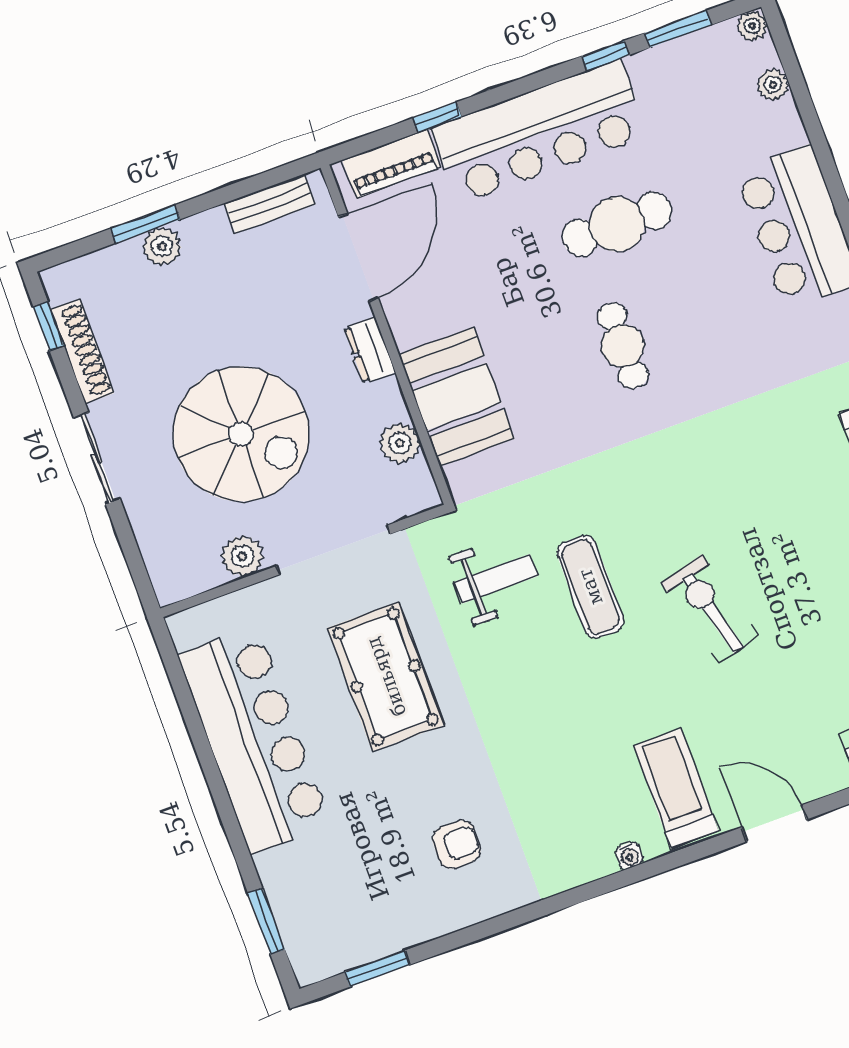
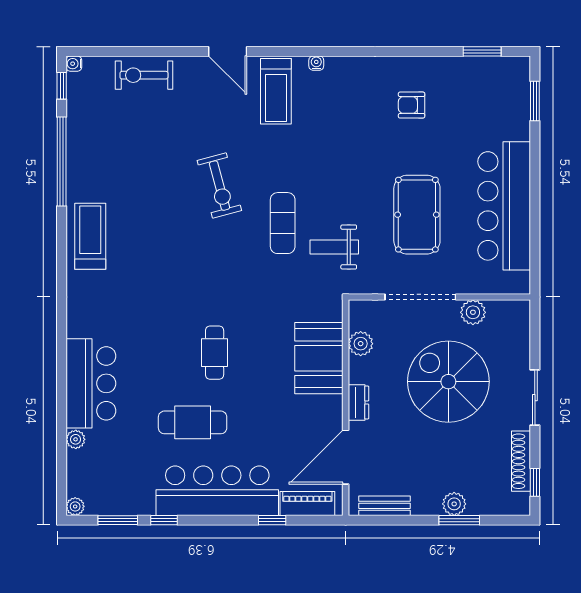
plant: (773, 85) -> (76, 439), moved

